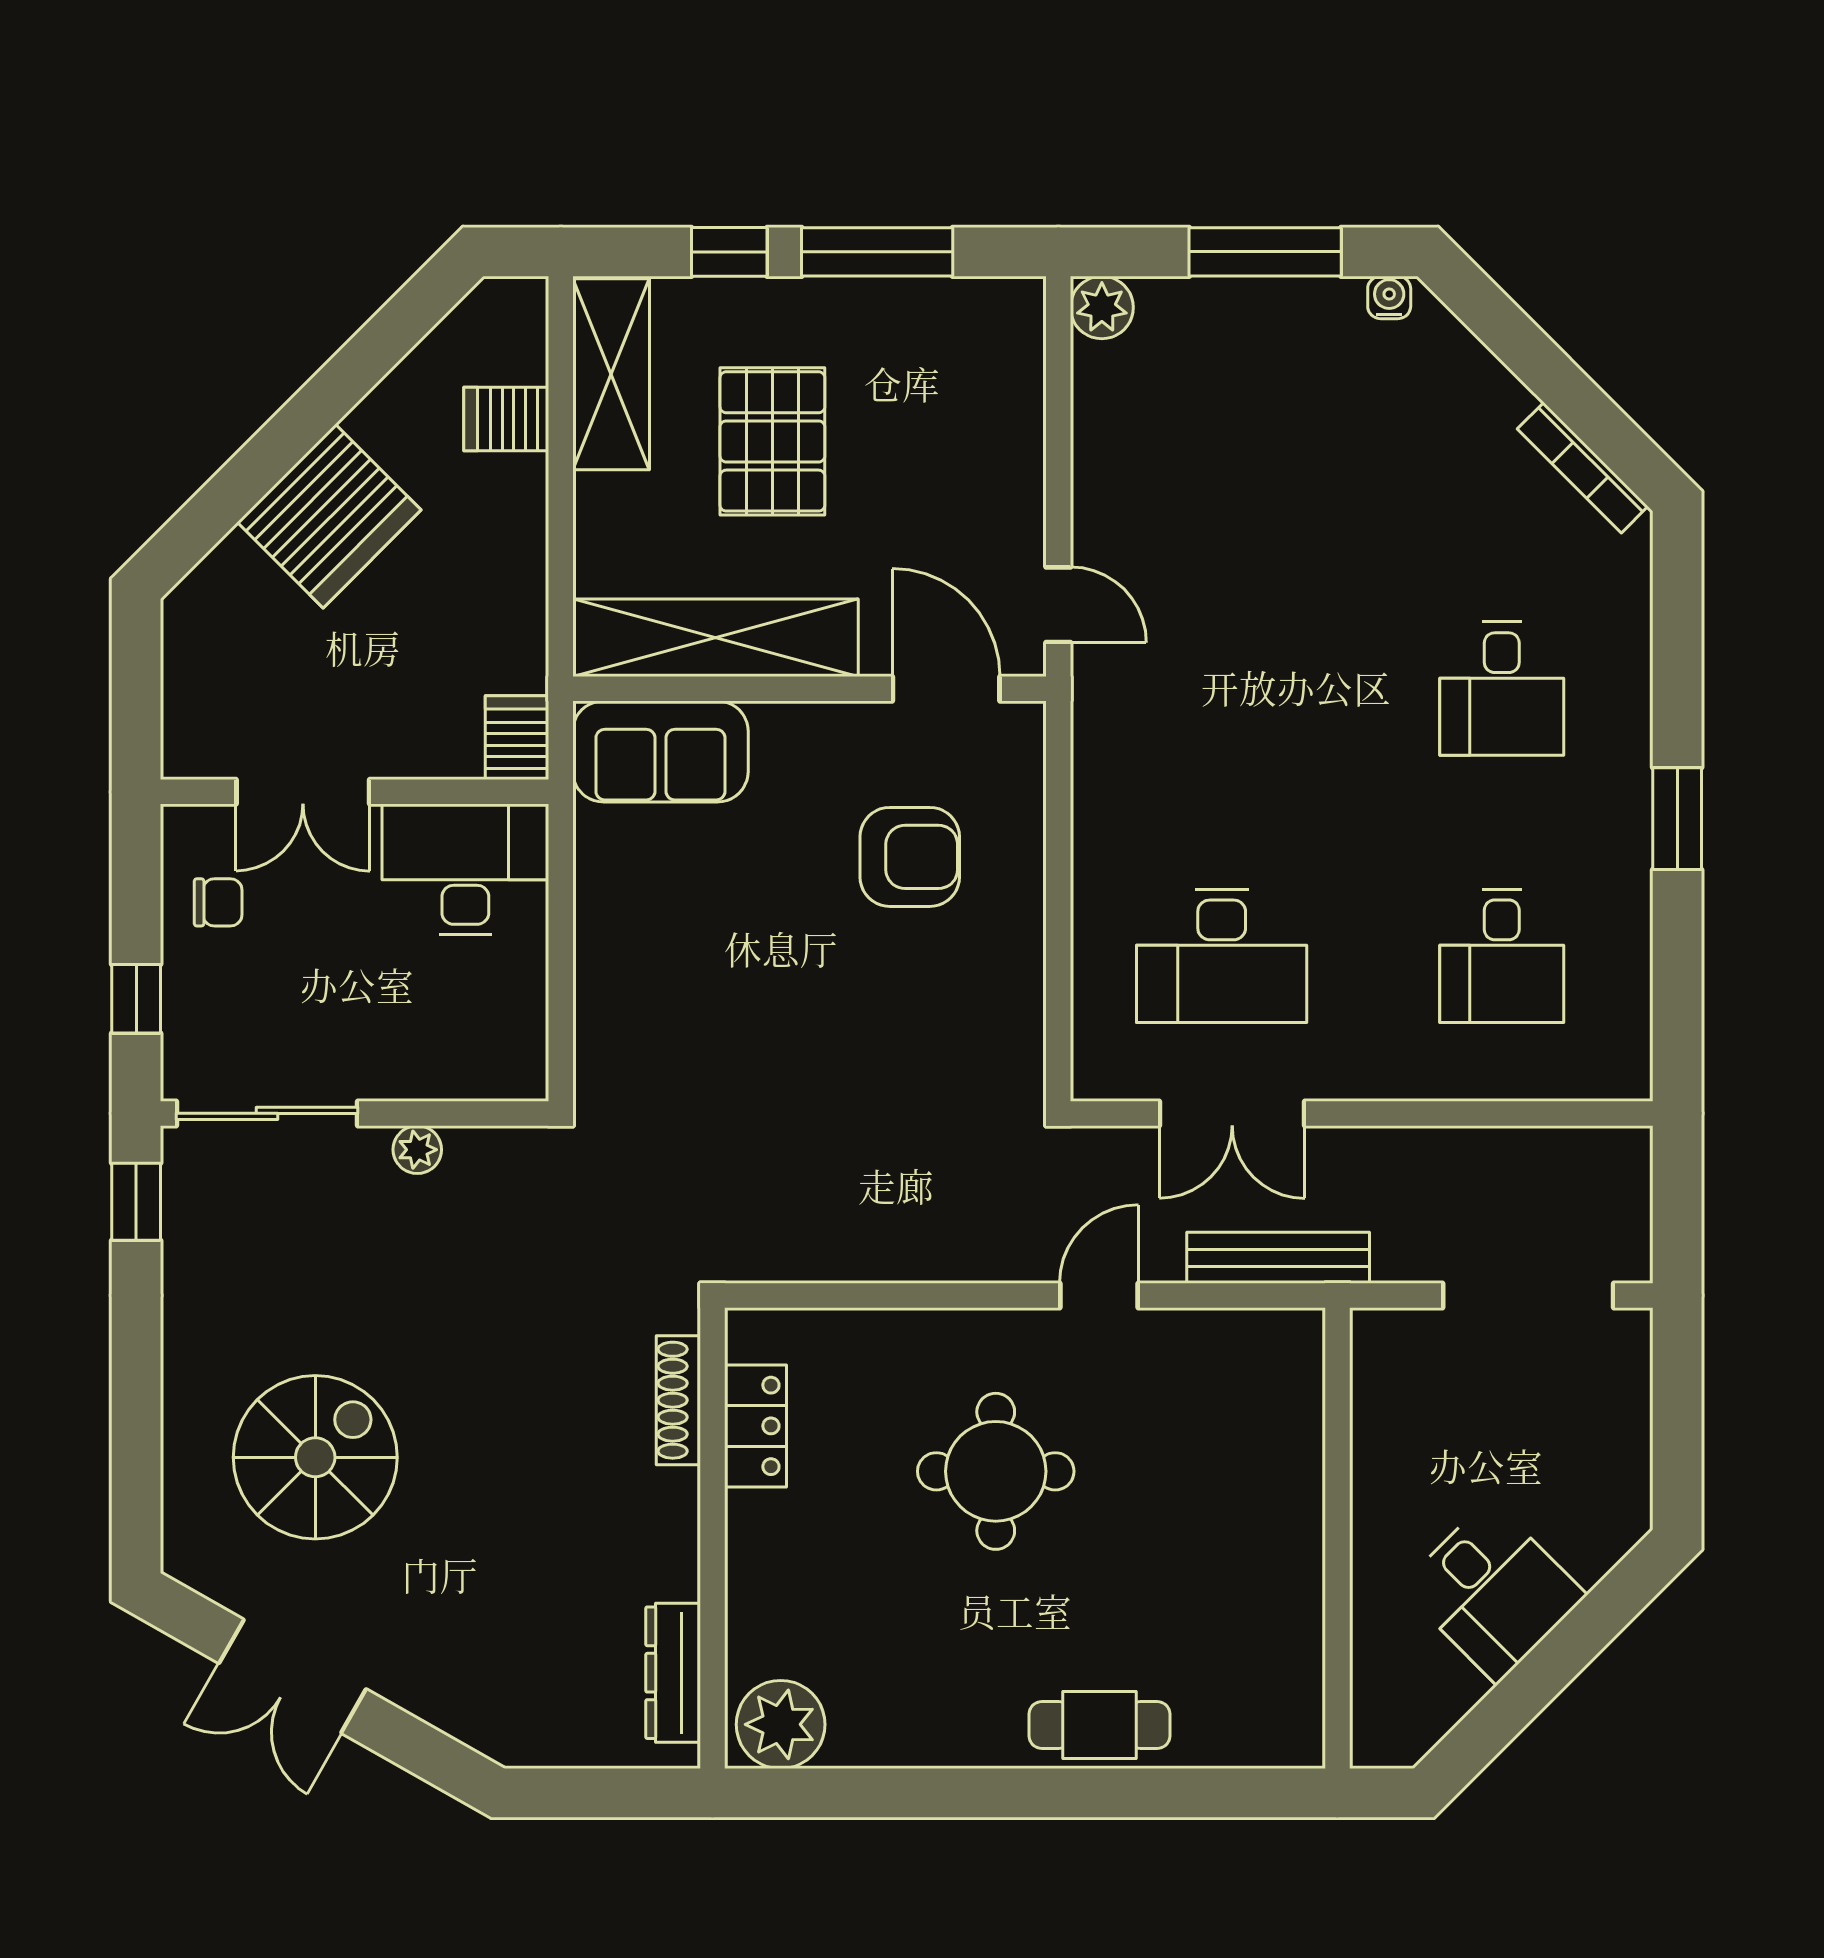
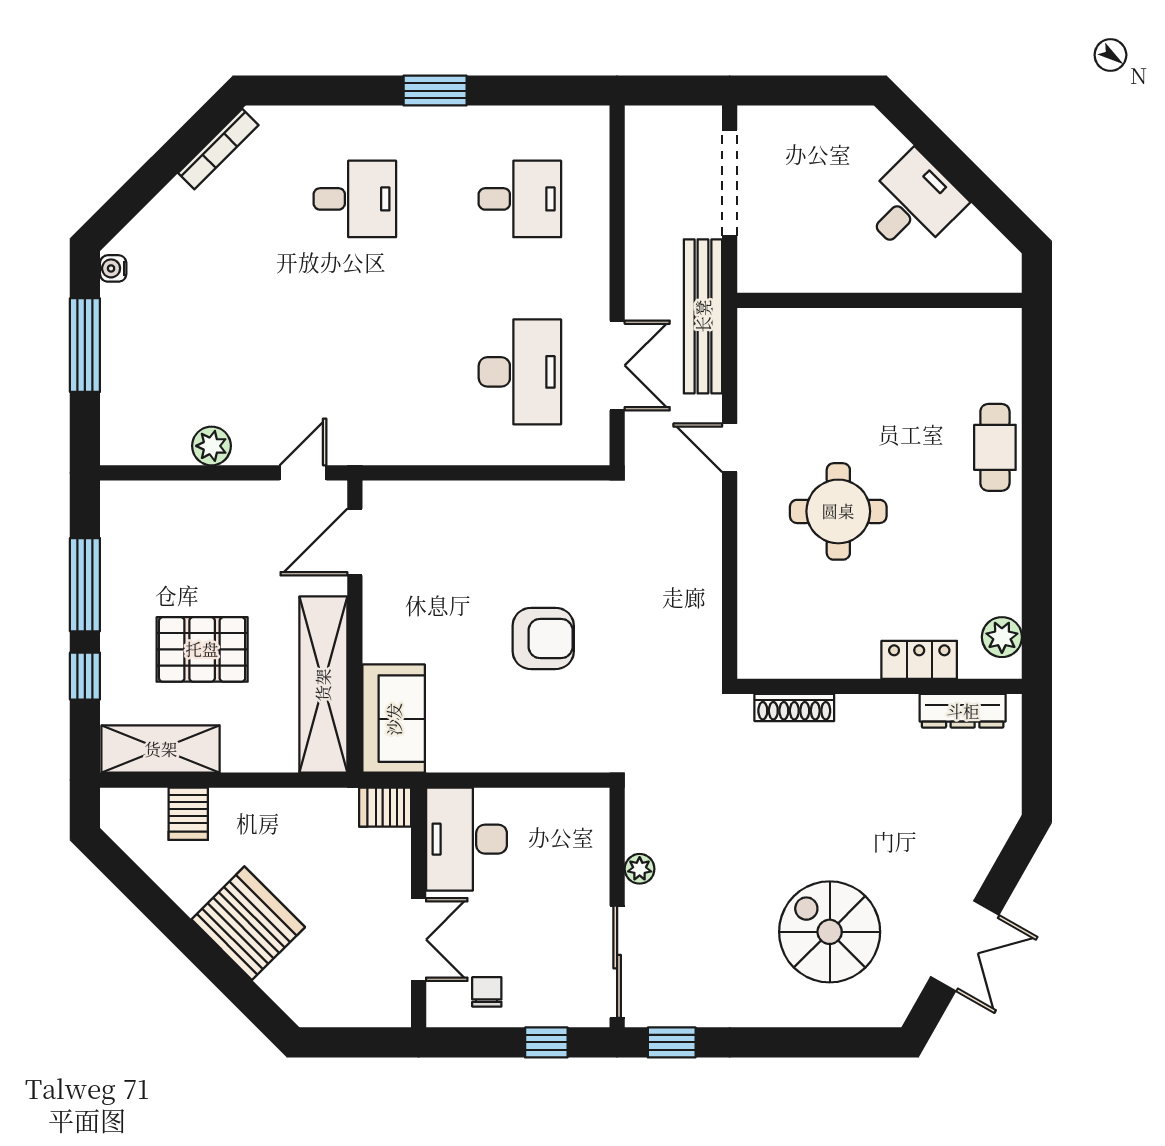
plant: (1102, 307) -> (211, 446), moved
armchair: (910, 857) -> (543, 638), moved, turned 90
bench: (1278, 1258) -> (703, 316), width x1.37, depth x1.21
locker: (756, 1426) -> (919, 660), moved
plant: (781, 1724) -> (1002, 637), width x0.73, depth x0.73

